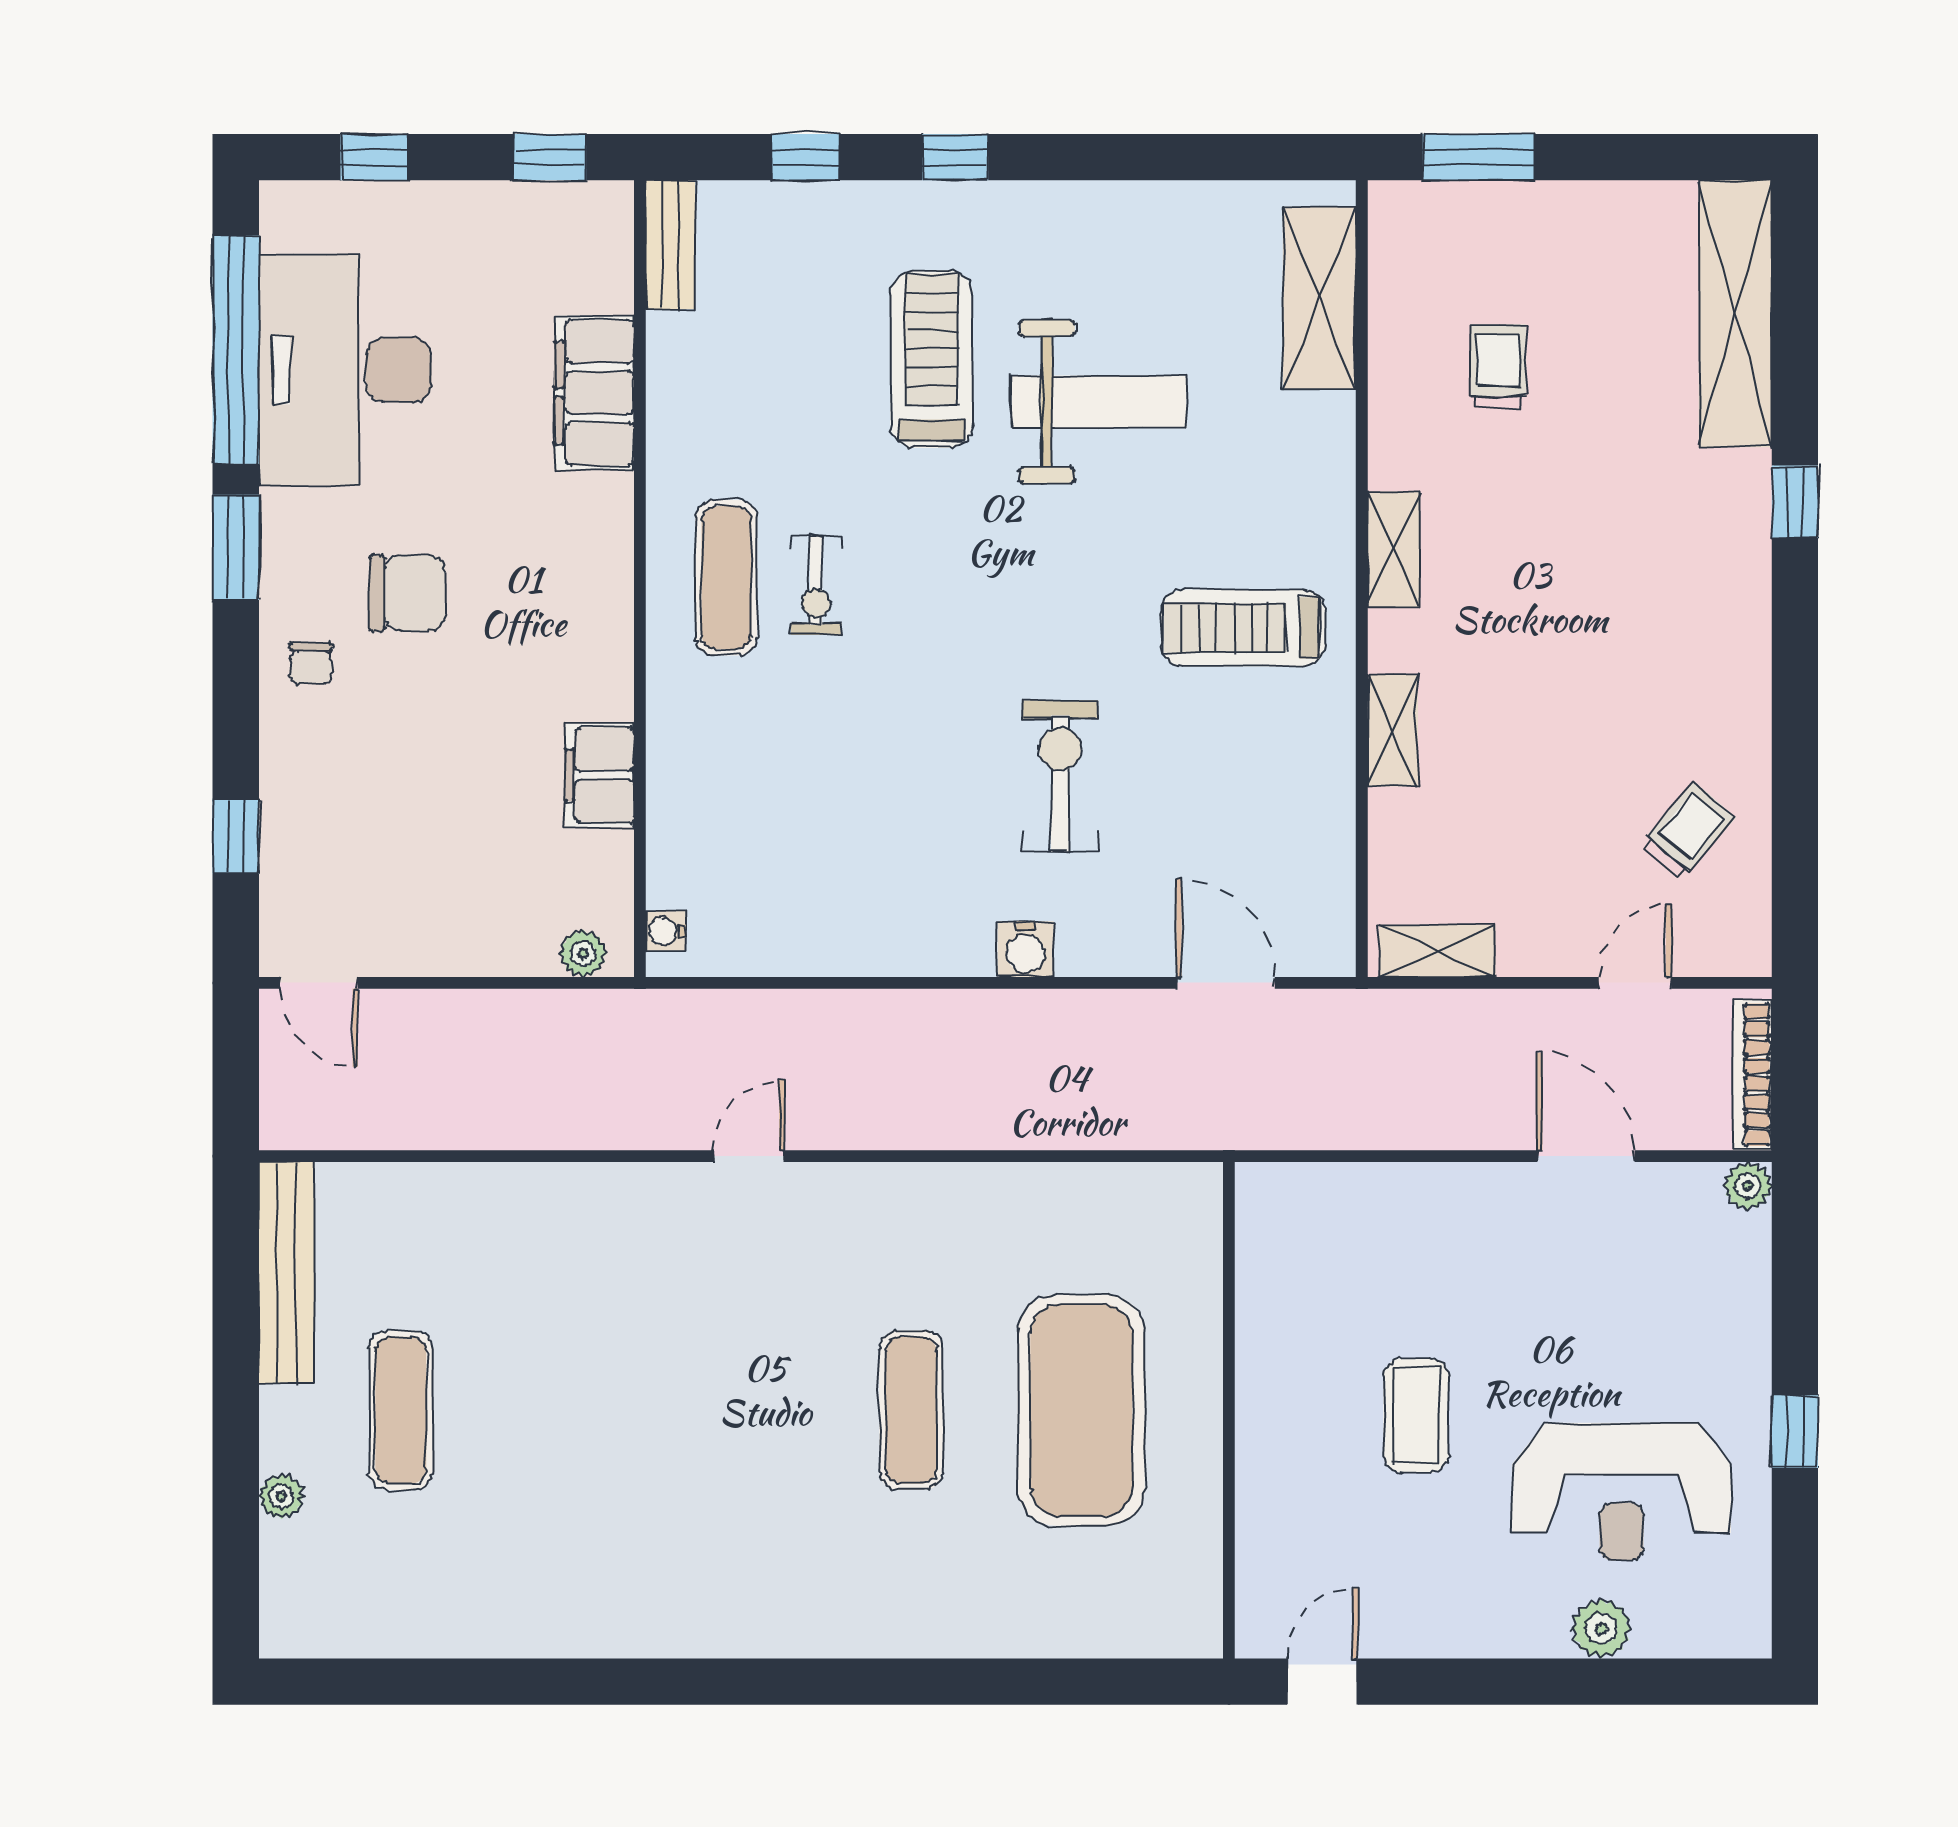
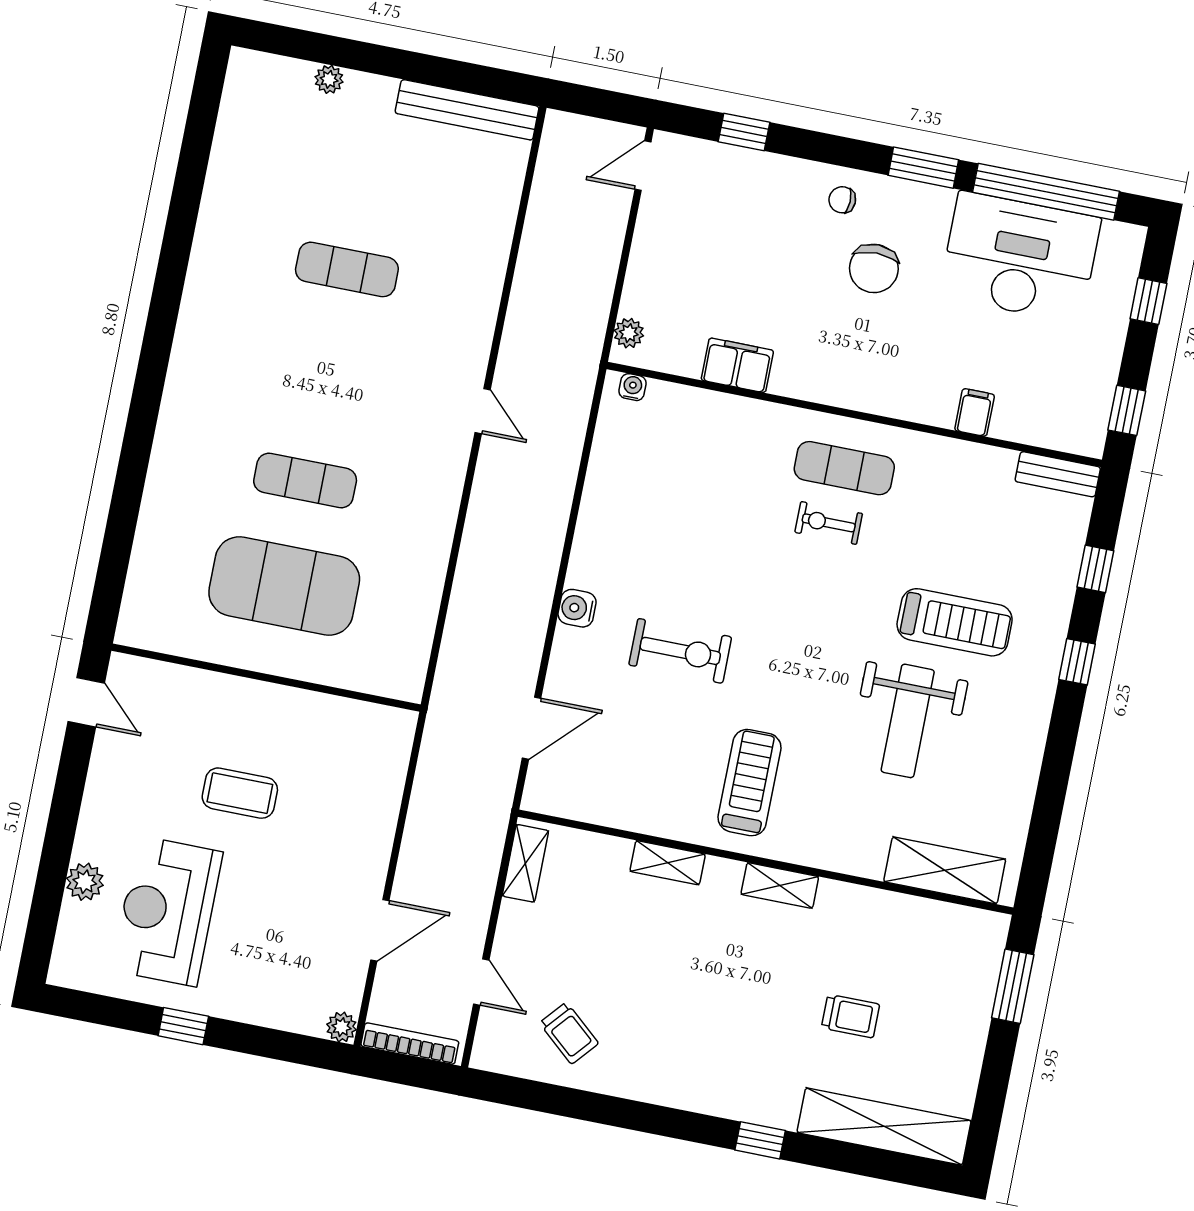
trolley: (1498, 366) -> (851, 1016), moved
filing cabinet: (594, 393) -> (975, 412), width x0.33, depth x0.86
exercise mat: (401, 1410) -> (347, 269), moved

